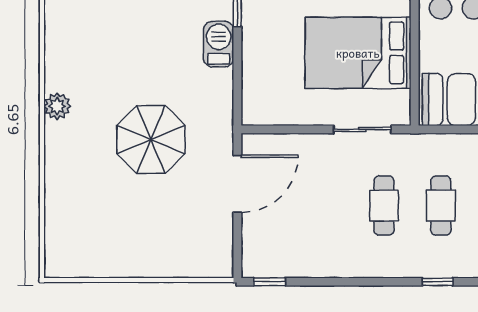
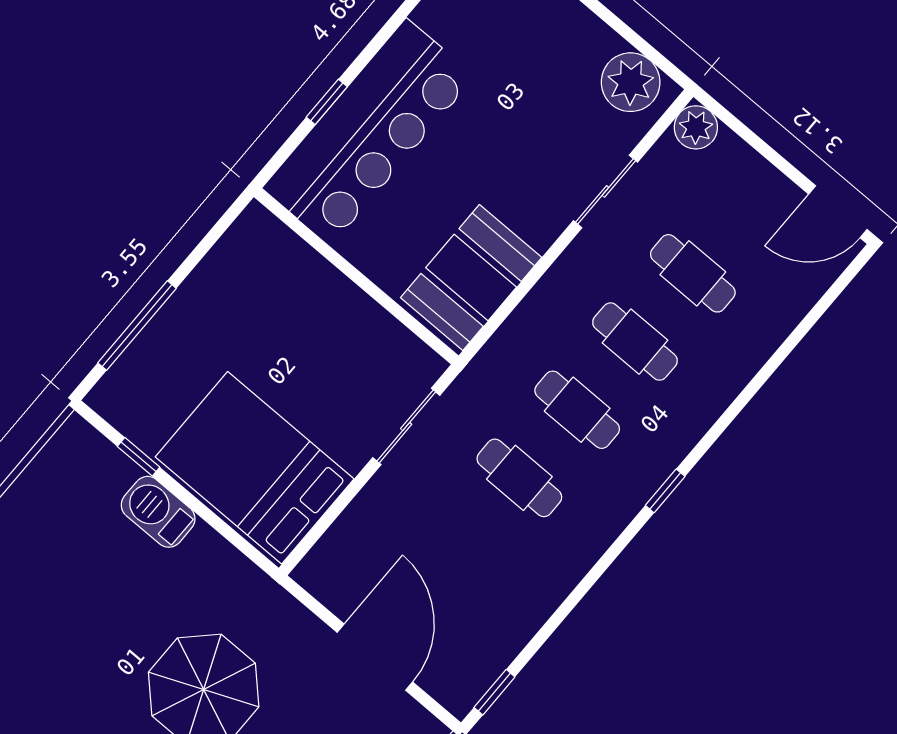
bed: (358, 53) -> (255, 468), moved, turned 90
door: (237, 184) -> (375, 657), moved

